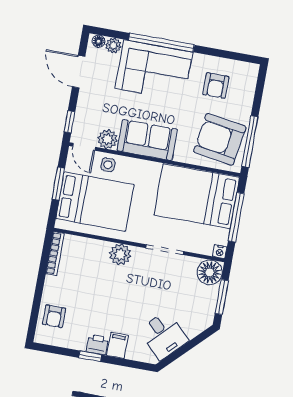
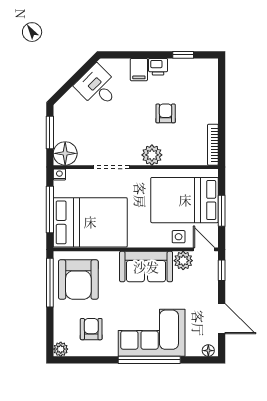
plant: (113, 45) -> (61, 349), moved
armchair: (220, 139) -> (78, 280), turned 81
armchair: (54, 316) -> (166, 113), moved
window: (90, 356) -> (183, 55), moved

